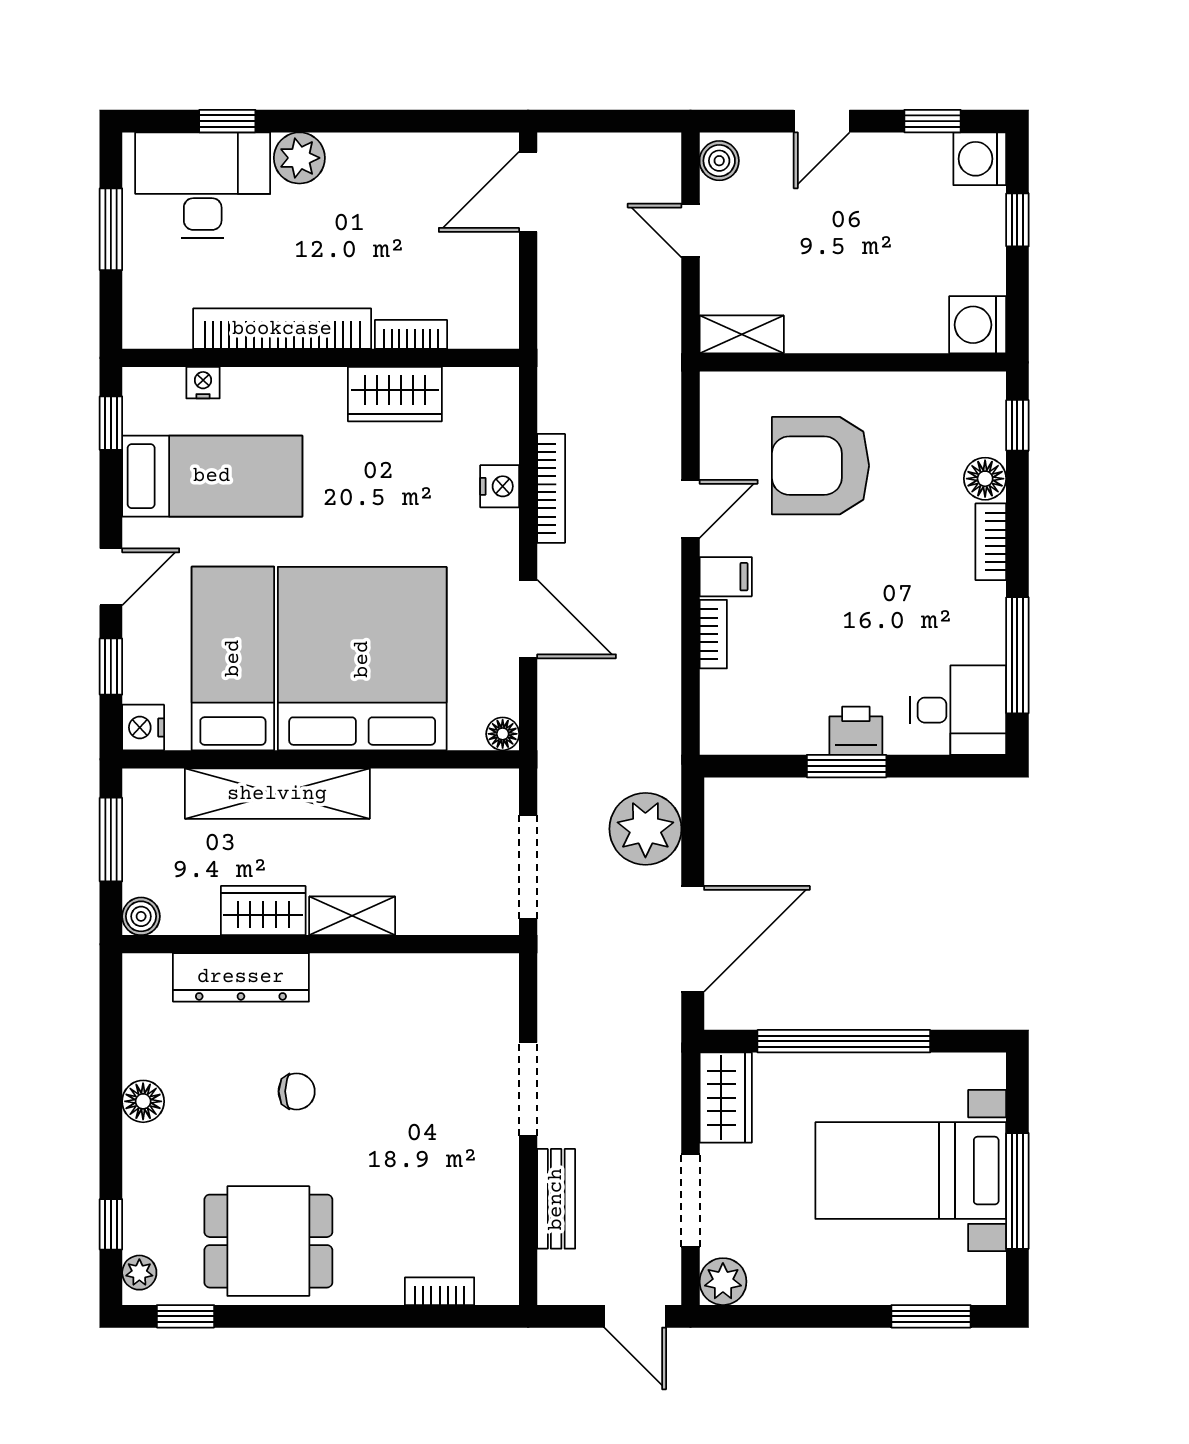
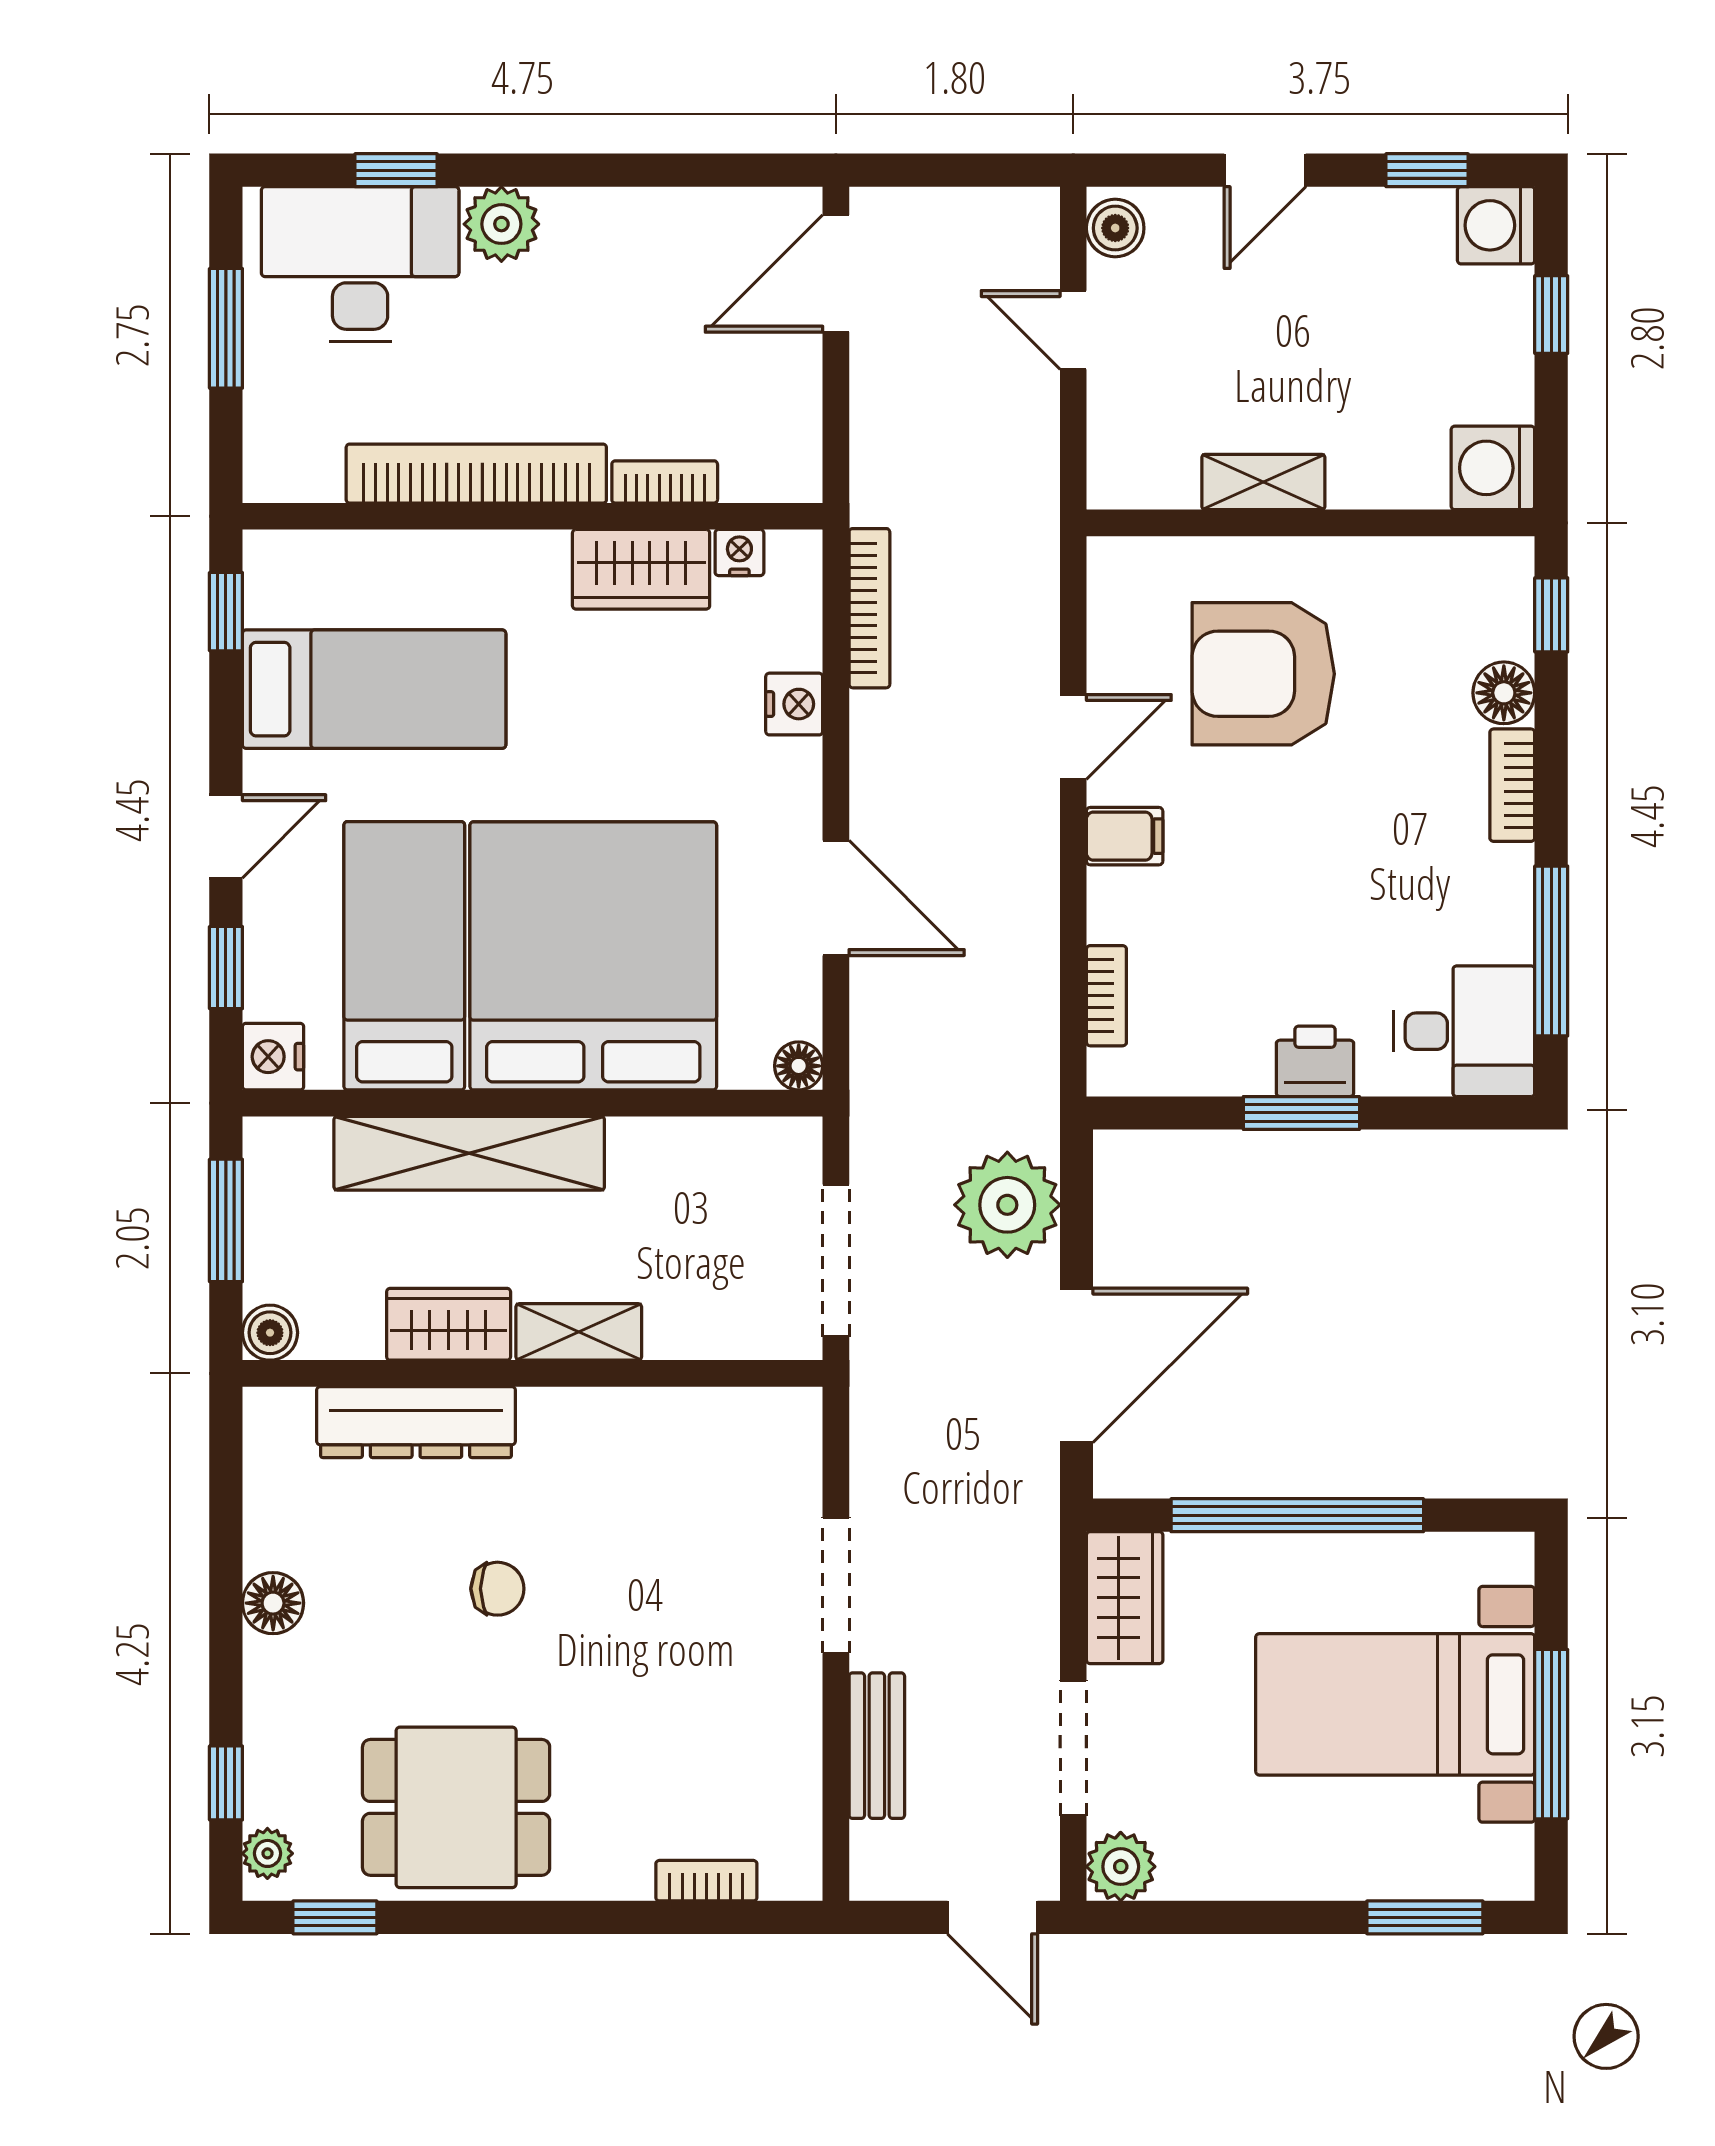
shelving: (742, 334) -> (1263, 482), moved
nightstand: (203, 383) -> (739, 553), moved
bookcase: (551, 488) -> (869, 608), moved
bookcase: (713, 634) -> (1106, 996), moved

